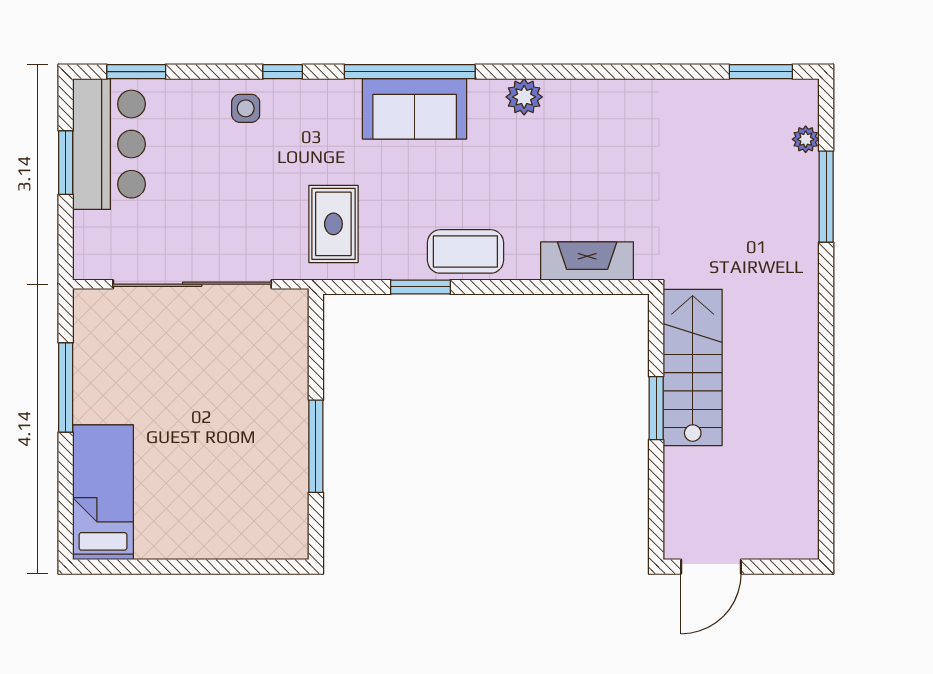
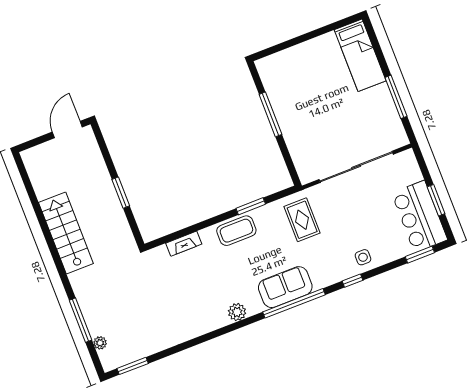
fireplace: (587, 261) -> (184, 244), width x0.73, depth x0.76
stairs: (693, 367) -> (66, 233), moved, turned 180

